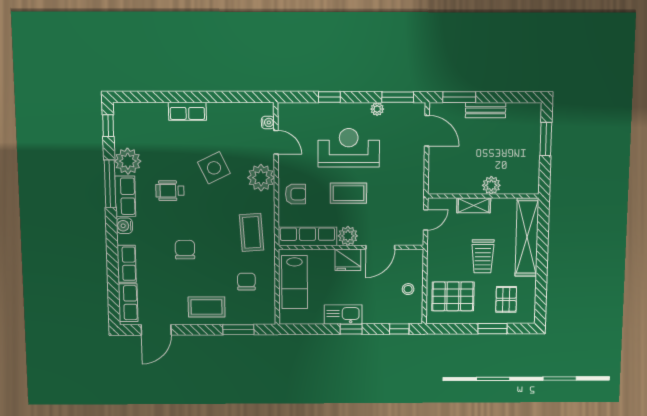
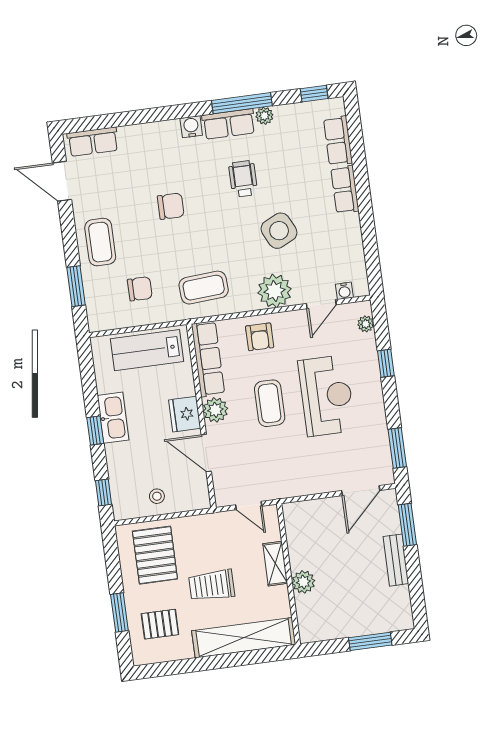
plant: (377, 109) -> (366, 324), moved
plant: (128, 161) -> (264, 116), width x0.53, depth x0.53
row of seats: (127, 264) -> (338, 141), moved, turned 90

